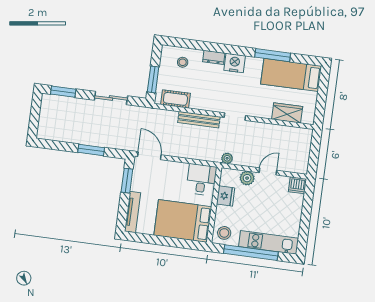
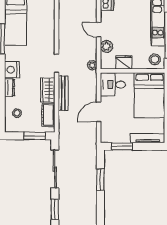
sliding door: (111, 98) -> (55, 169), width x1.37
wardrobe: (287, 113) -> (48, 90), moved
door: (149, 156) -> (99, 112), moved

